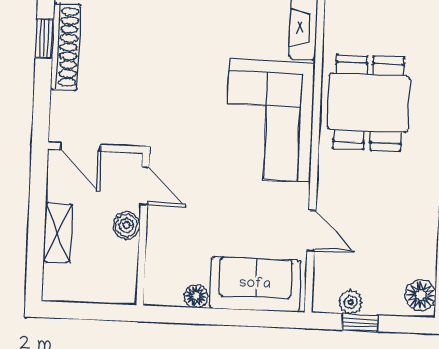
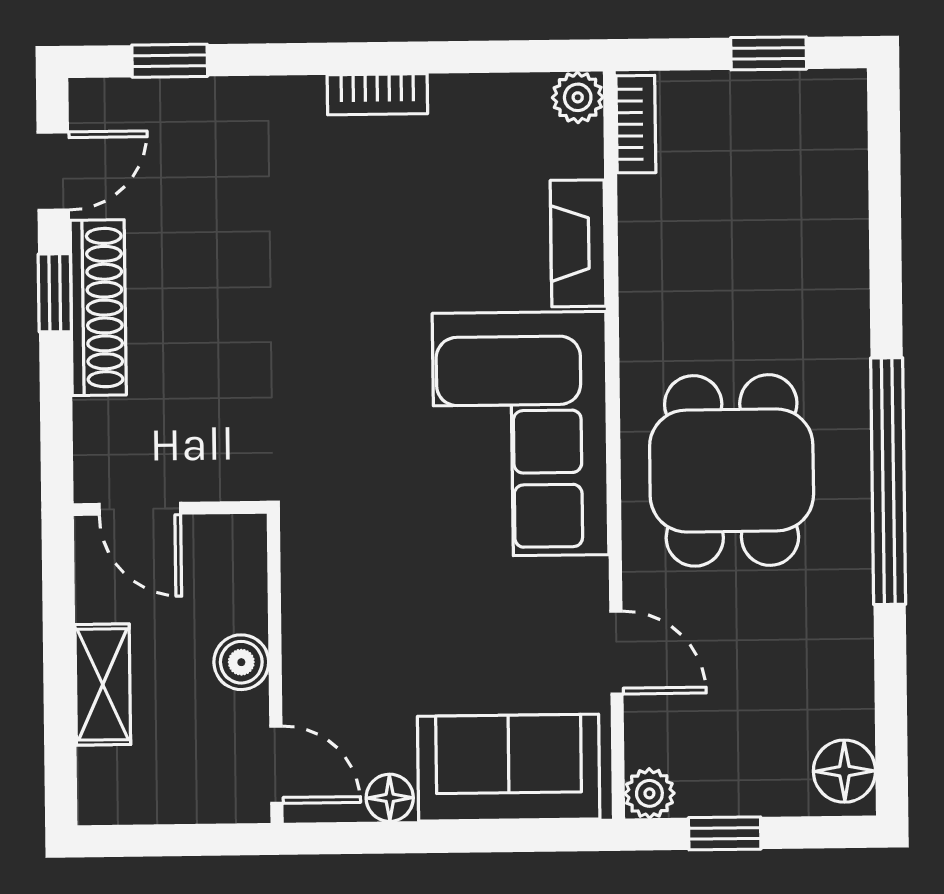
dining table: (369, 103) -> (732, 470), moved
door: (145, 186) -> (276, 765), moved
plant: (351, 302) -> (649, 793), moved

